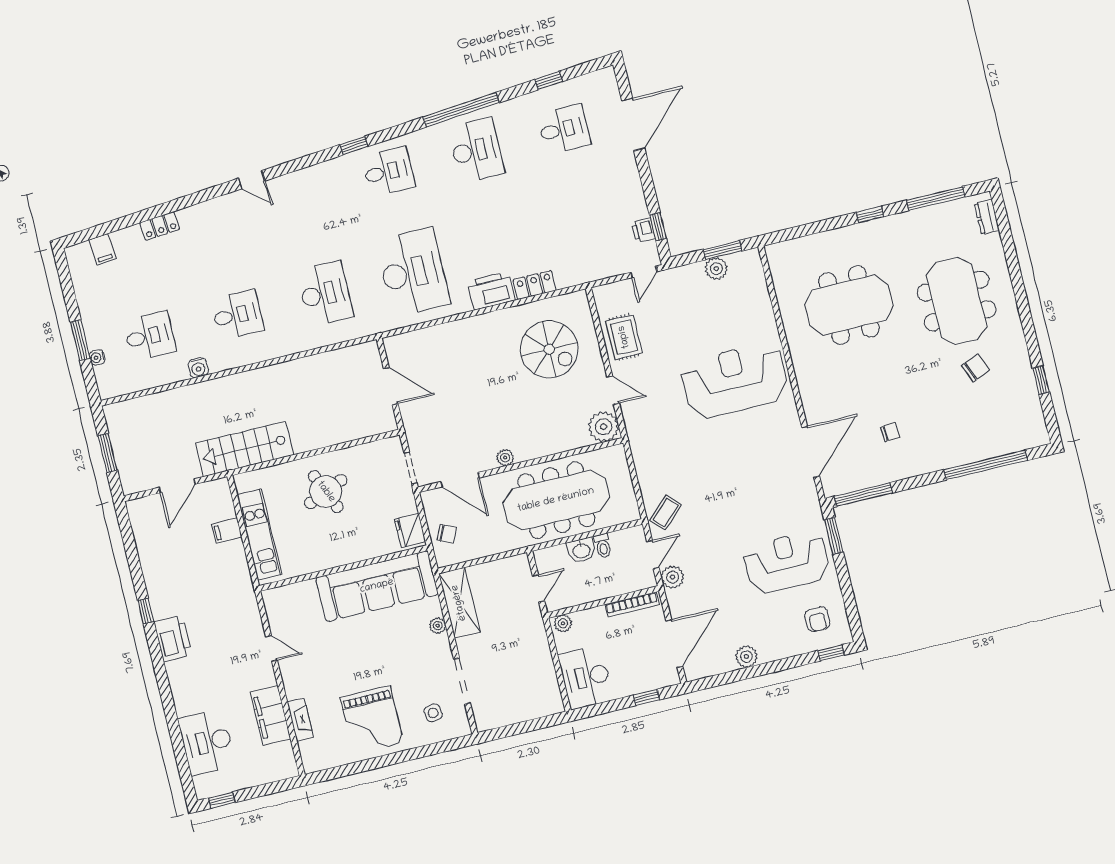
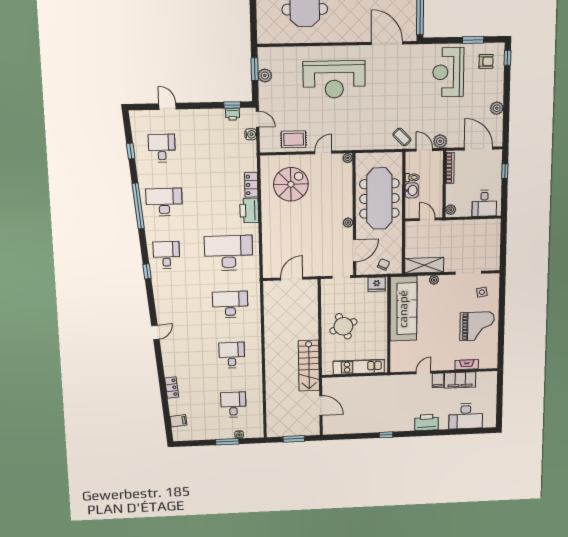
door: (633, 125) -> (167, 106), width x0.53
water cooler: (198, 368) -> (251, 134), moved
reception desk: (734, 381) -> (334, 79), turned -90
plant: (603, 427) -> (348, 158), width x0.53, depth x0.53
filing cabinet: (227, 531) -> (438, 380), moved
window: (834, 536) -> (473, 40), moved
printer: (173, 638) -> (427, 422), moved
desk: (586, 677) -> (484, 203), width x0.73
window: (222, 800) -> (499, 414), removed

